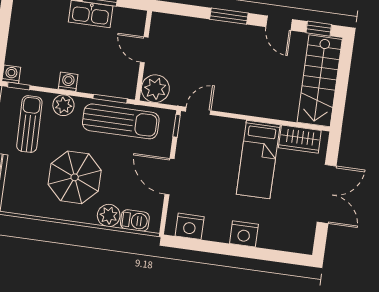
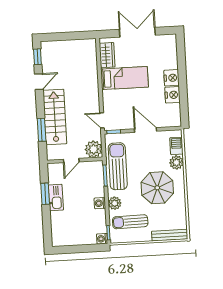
window: (229, 16) -> (42, 130), moved
stairs: (320, 81) -> (55, 117), moved, turned -90
door: (170, 177) -> (145, 130), swing flipped
nightstand: (190, 226) -> (172, 95), moved

